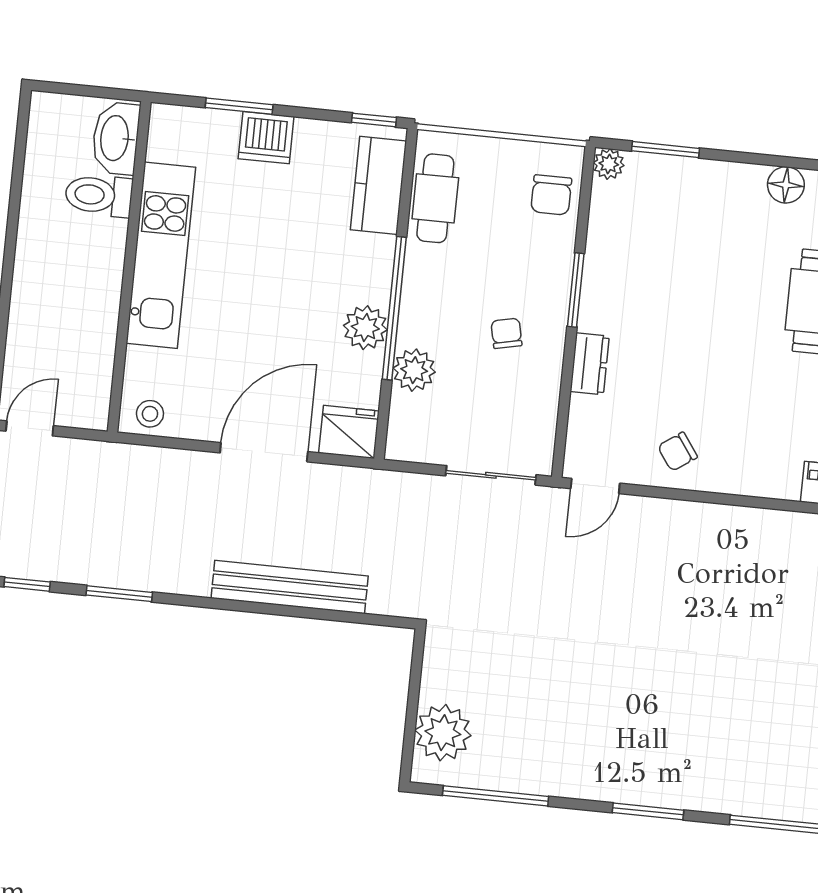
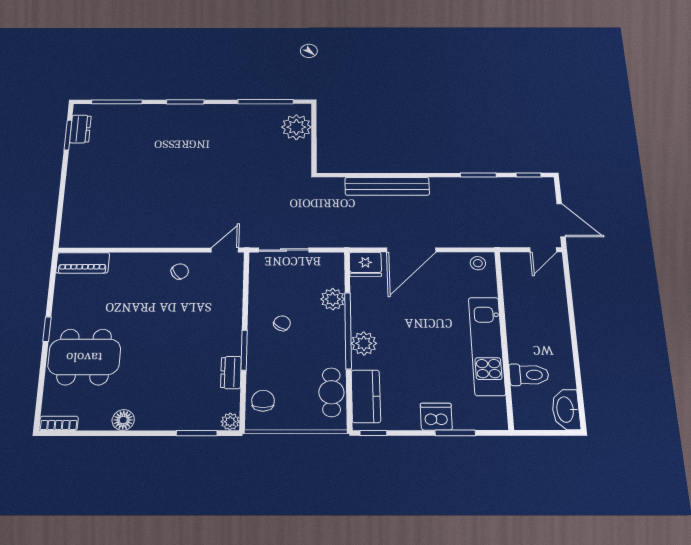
washbasin: (116, 138) -> (566, 410), moved, turned 180
plant: (365, 328) -> (364, 343), moved
chair: (506, 333) -> (282, 323), turned -137
dresser: (590, 364) -> (231, 372), moved

